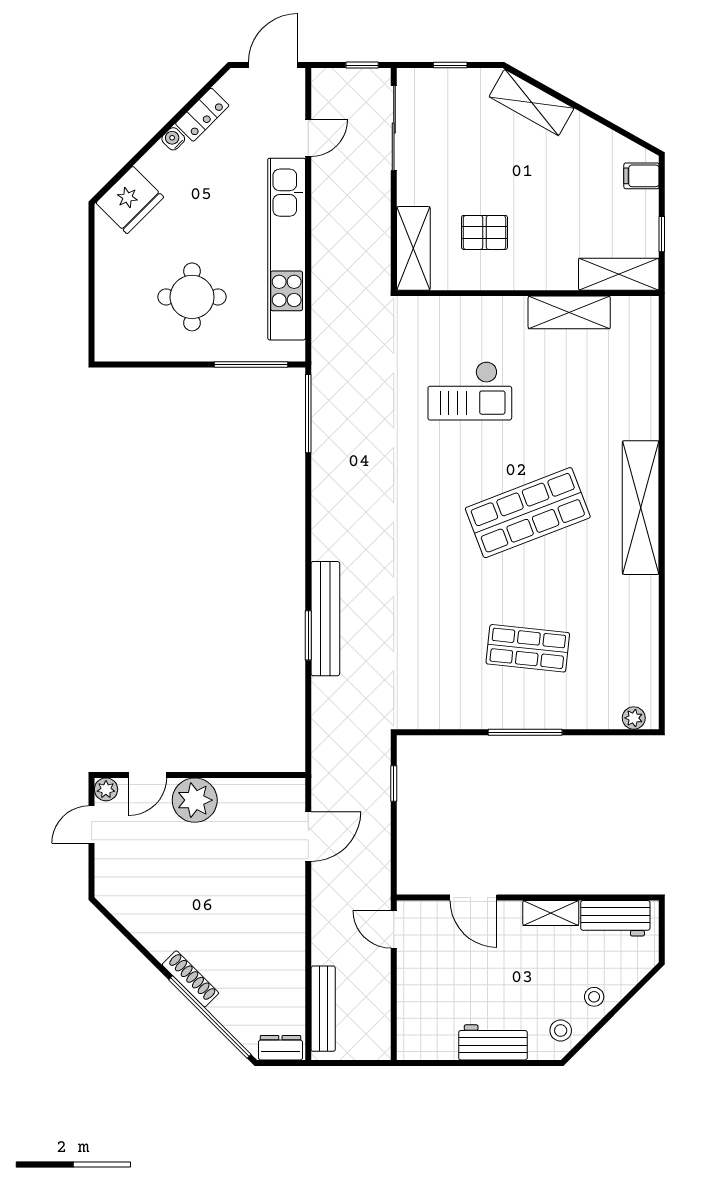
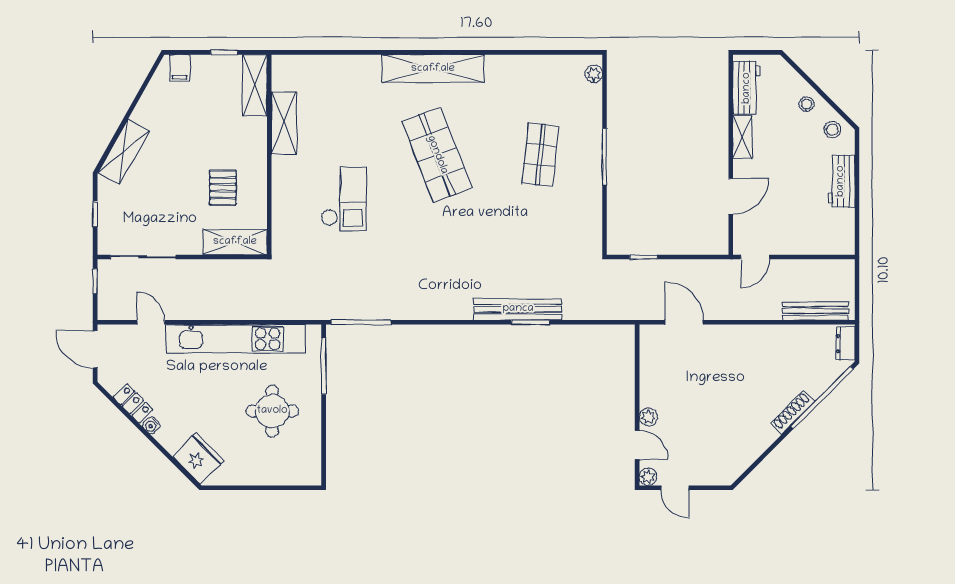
plant: (195, 800) -> (648, 417), width x0.53, depth x0.53

